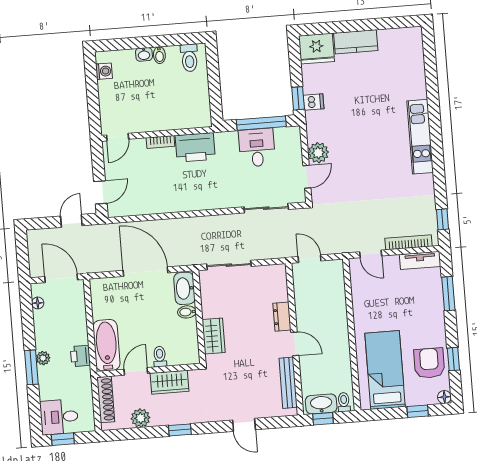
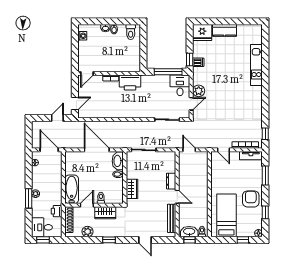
kitchen unit: (420, 137) -> (256, 65), moved
desk: (257, 148) -> (180, 85), moved
printer: (80, 356) -> (57, 211), moved
armchair: (429, 363) -> (251, 199), moved

